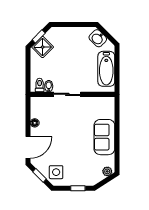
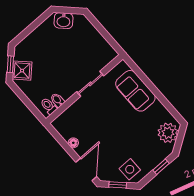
bathtub: (106, 69) -> (94, 41), removed
sliding door: (67, 94) -> (90, 84), moved
sofa: (104, 137) -> (135, 91), moved
plant: (107, 171) -> (168, 133), width x1.88, depth x1.88

